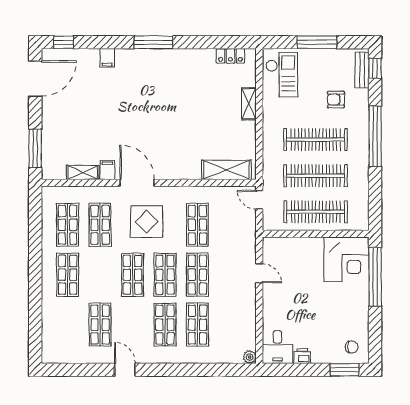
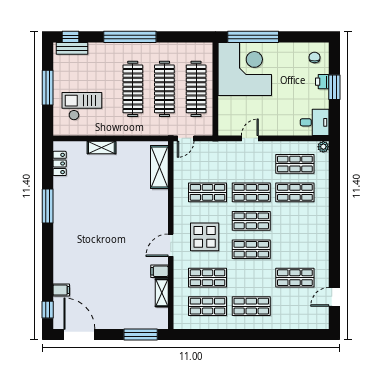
window: (153, 42) -> (48, 206), moved
filing cabinet: (107, 58) -> (61, 290), moved
checkout: (282, 75) -> (82, 106), moved
armchair: (336, 100) -> (98, 71), removed
door: (137, 183) -> (171, 245), width x0.73
corner desk: (346, 259) -> (245, 69), width x1.36, depth x1.36
shop shelf: (165, 325) -> (295, 164), moved
printer: (302, 356) -> (322, 82), moved
door: (125, 370) -> (334, 297), moved
window: (345, 370) -> (334, 87), moved

